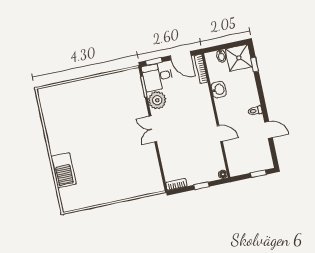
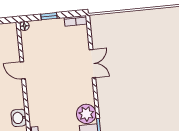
double door: (153, 129) -> (92, 64), moved

